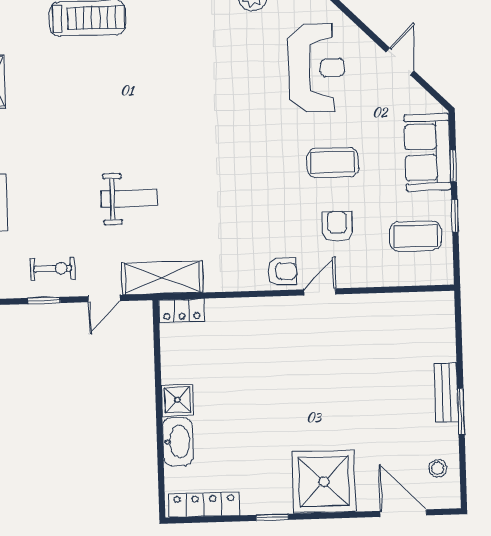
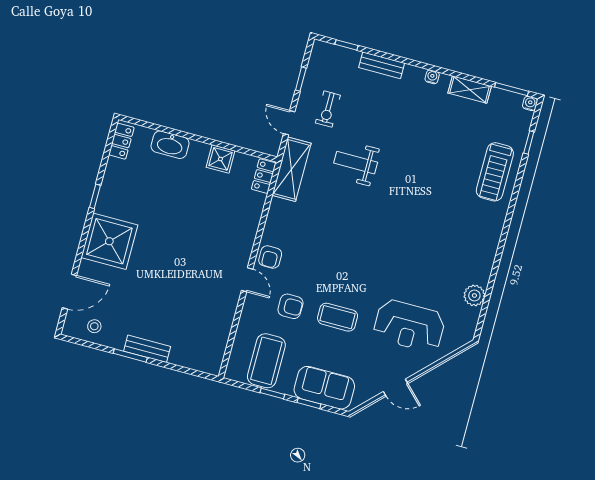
coffee table: (333, 162) -> (338, 317), turned 90
weight bench: (129, 199) -> (356, 163), turned 90
coffee table: (416, 236) -> (266, 361), width x1.36, depth x1.32
exercise bike: (53, 269) -> (328, 109), moved
shower: (177, 400) -> (220, 159), moved
locker: (204, 505) -> (121, 141), width x0.66

